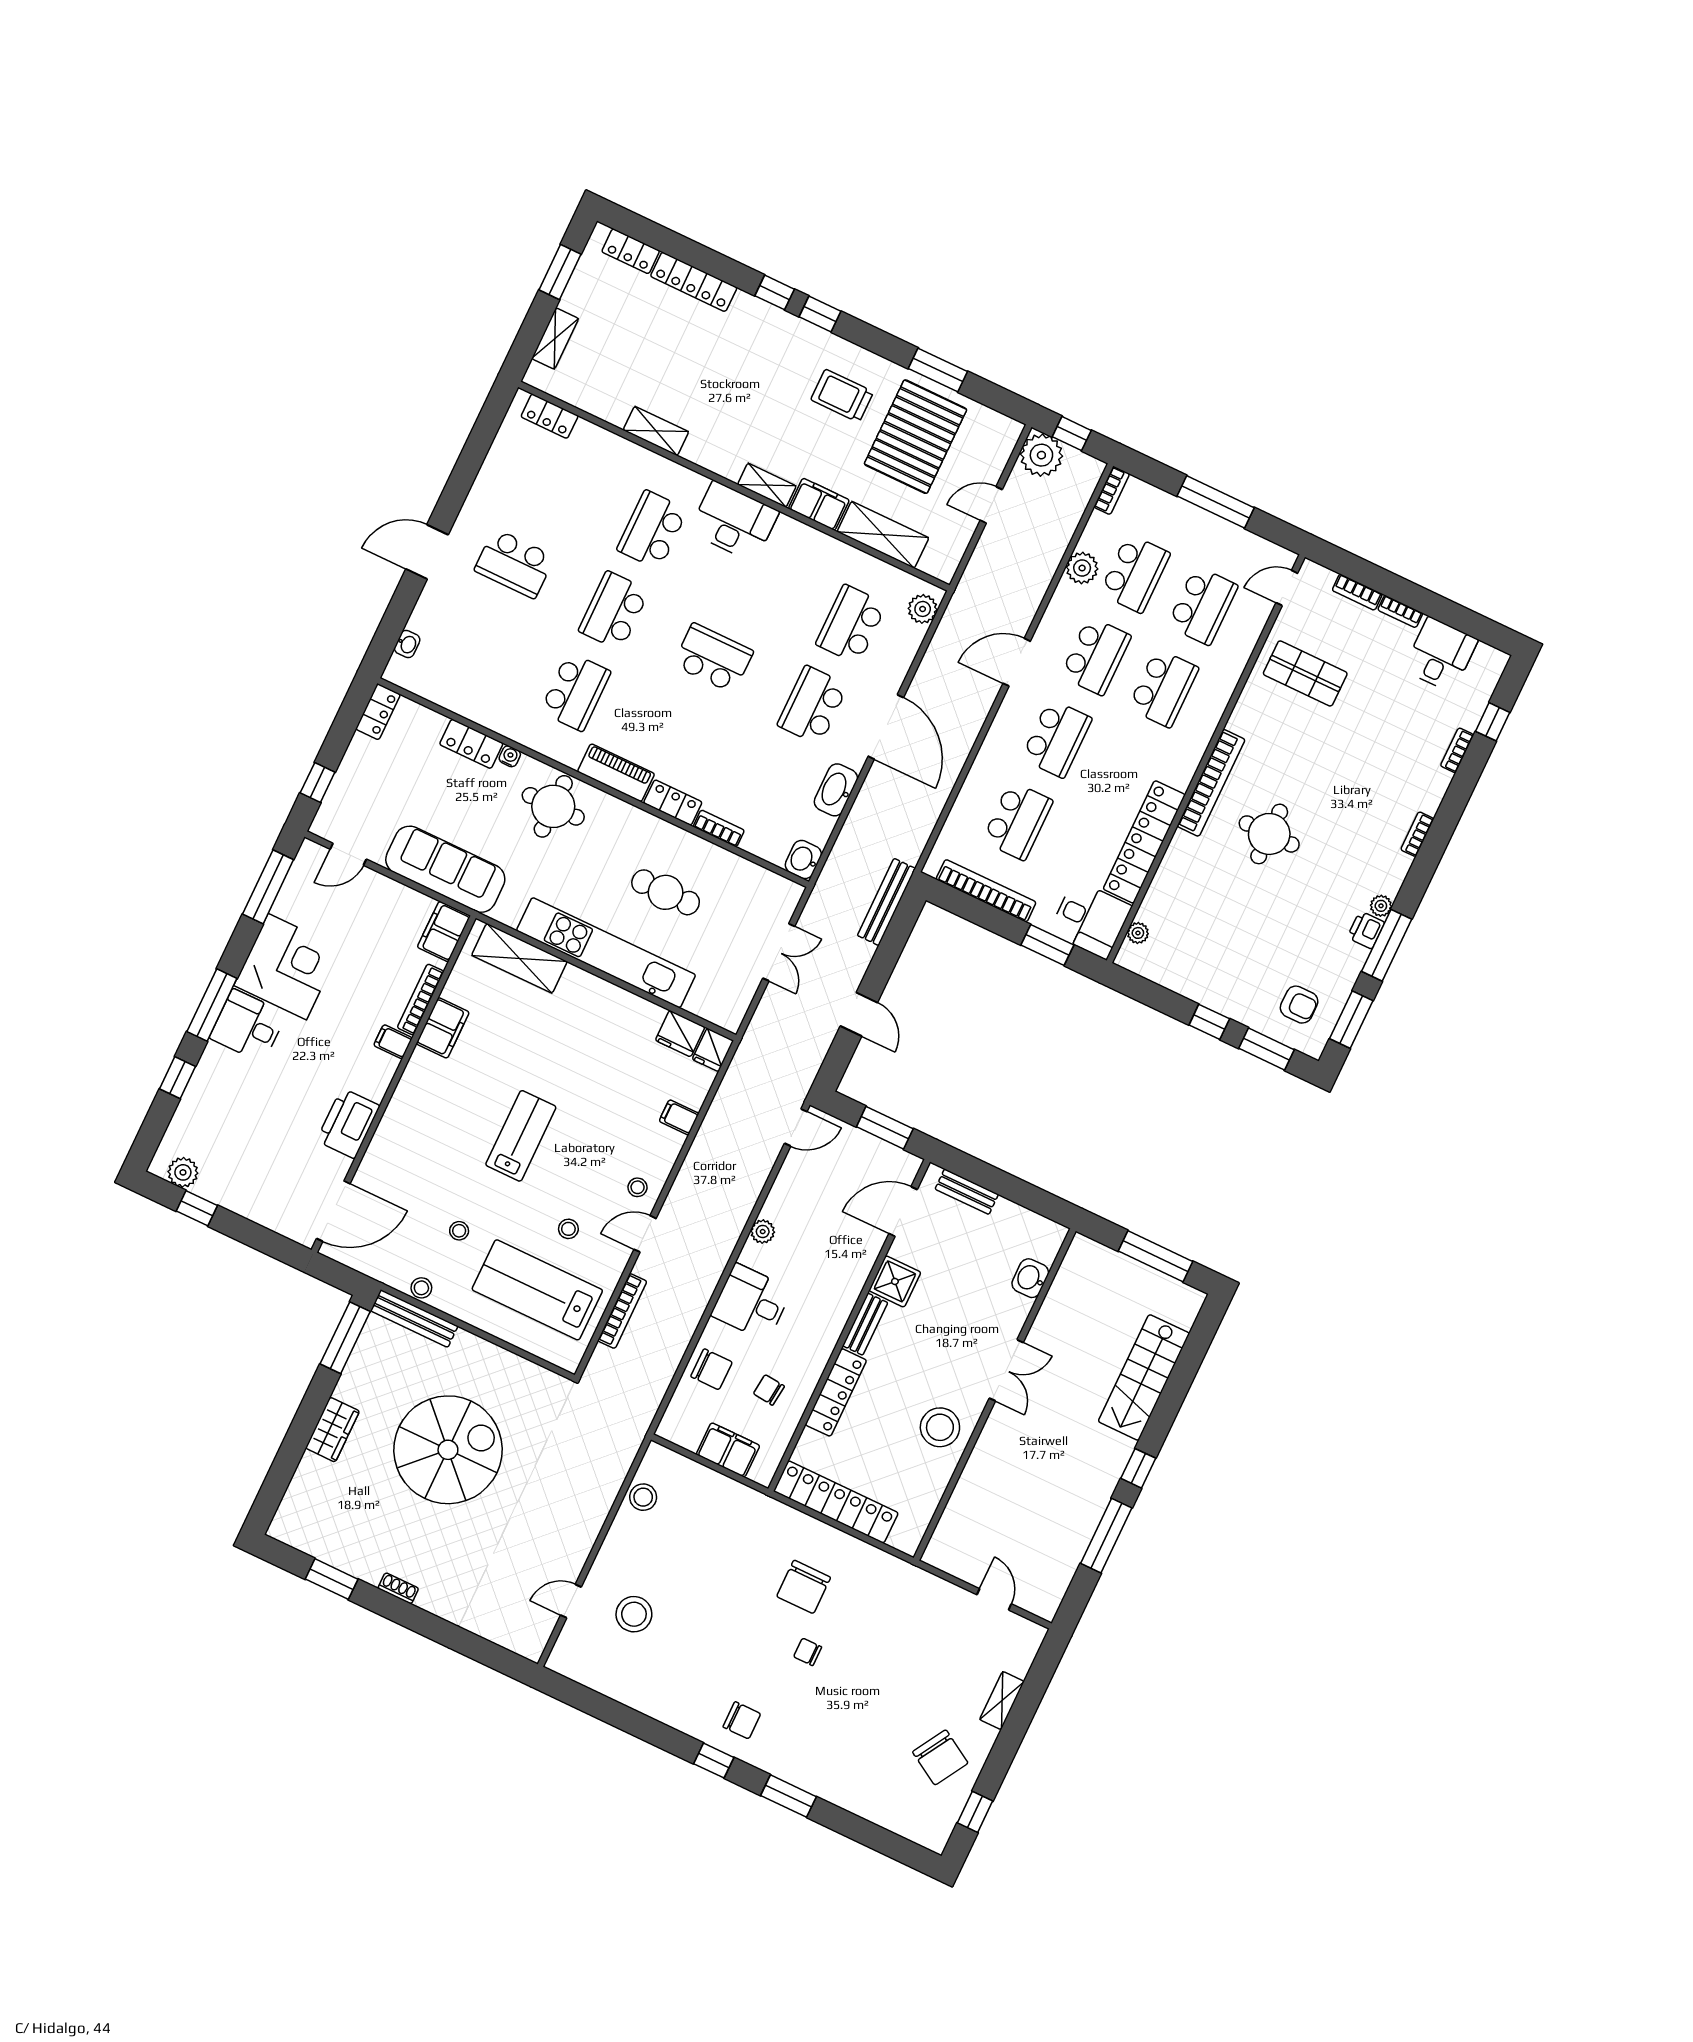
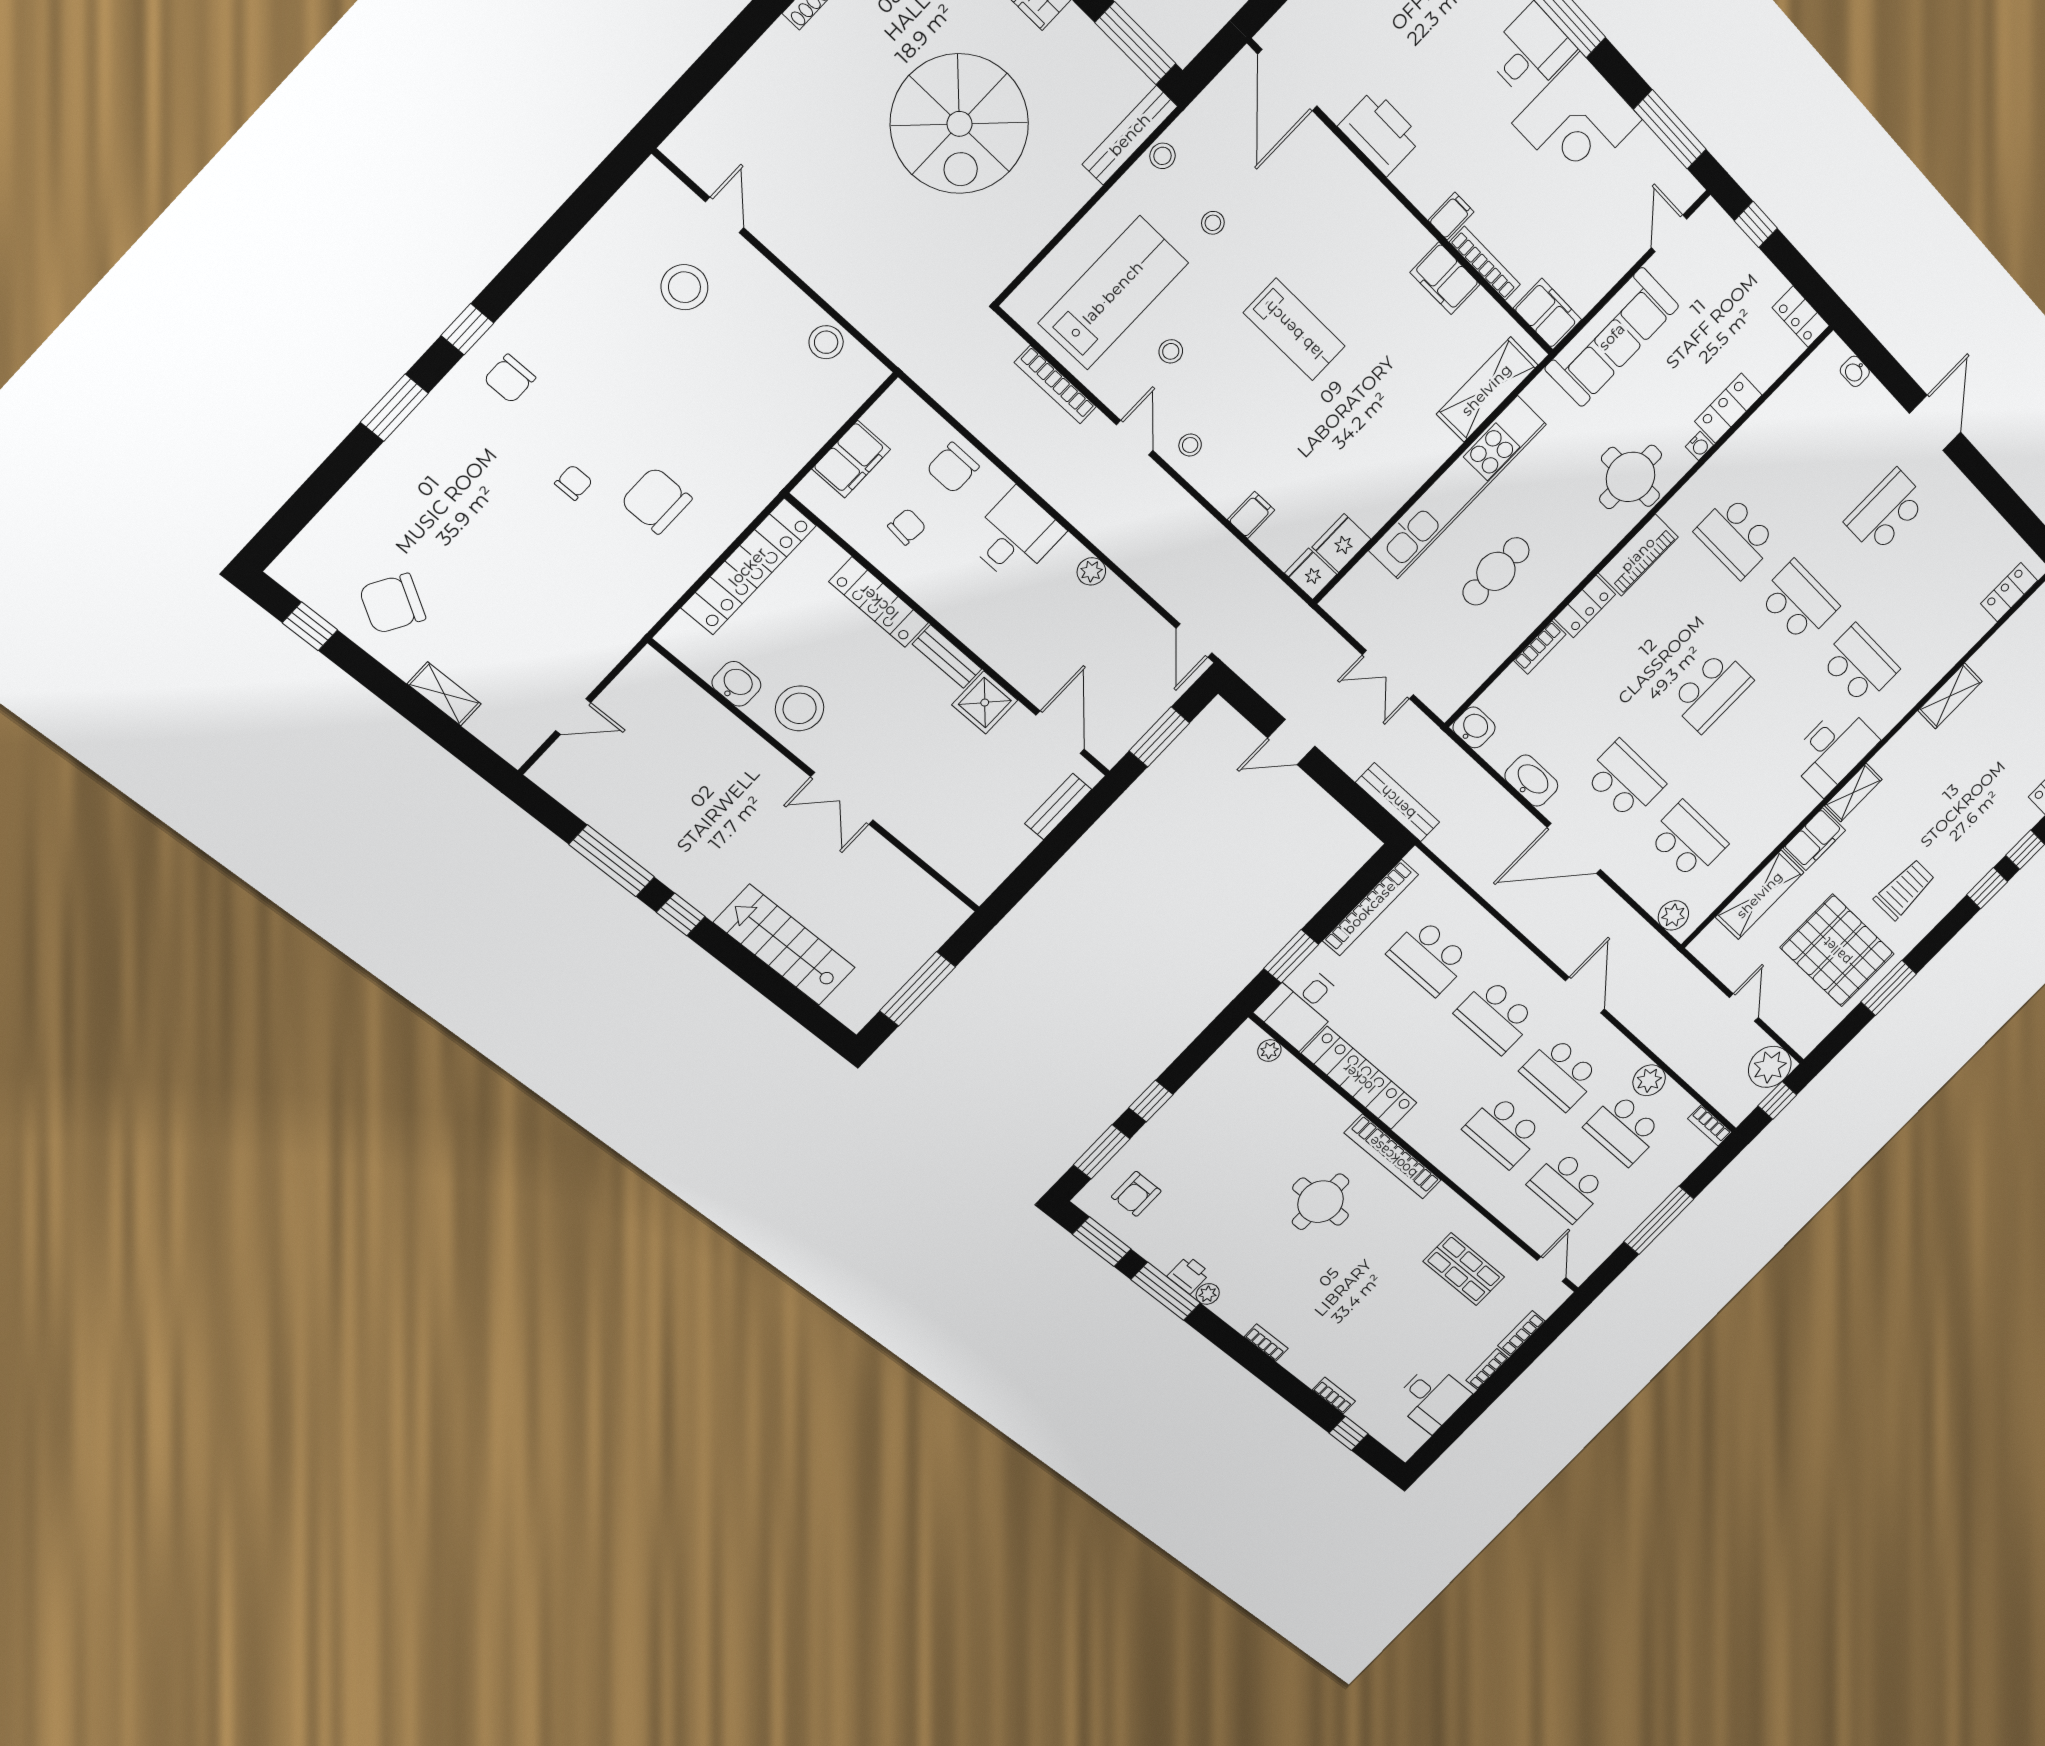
shop shelf: (1305, 673) -> (1464, 1269), turned 90
washbasin: (1030, 1278) -> (736, 684), moved

